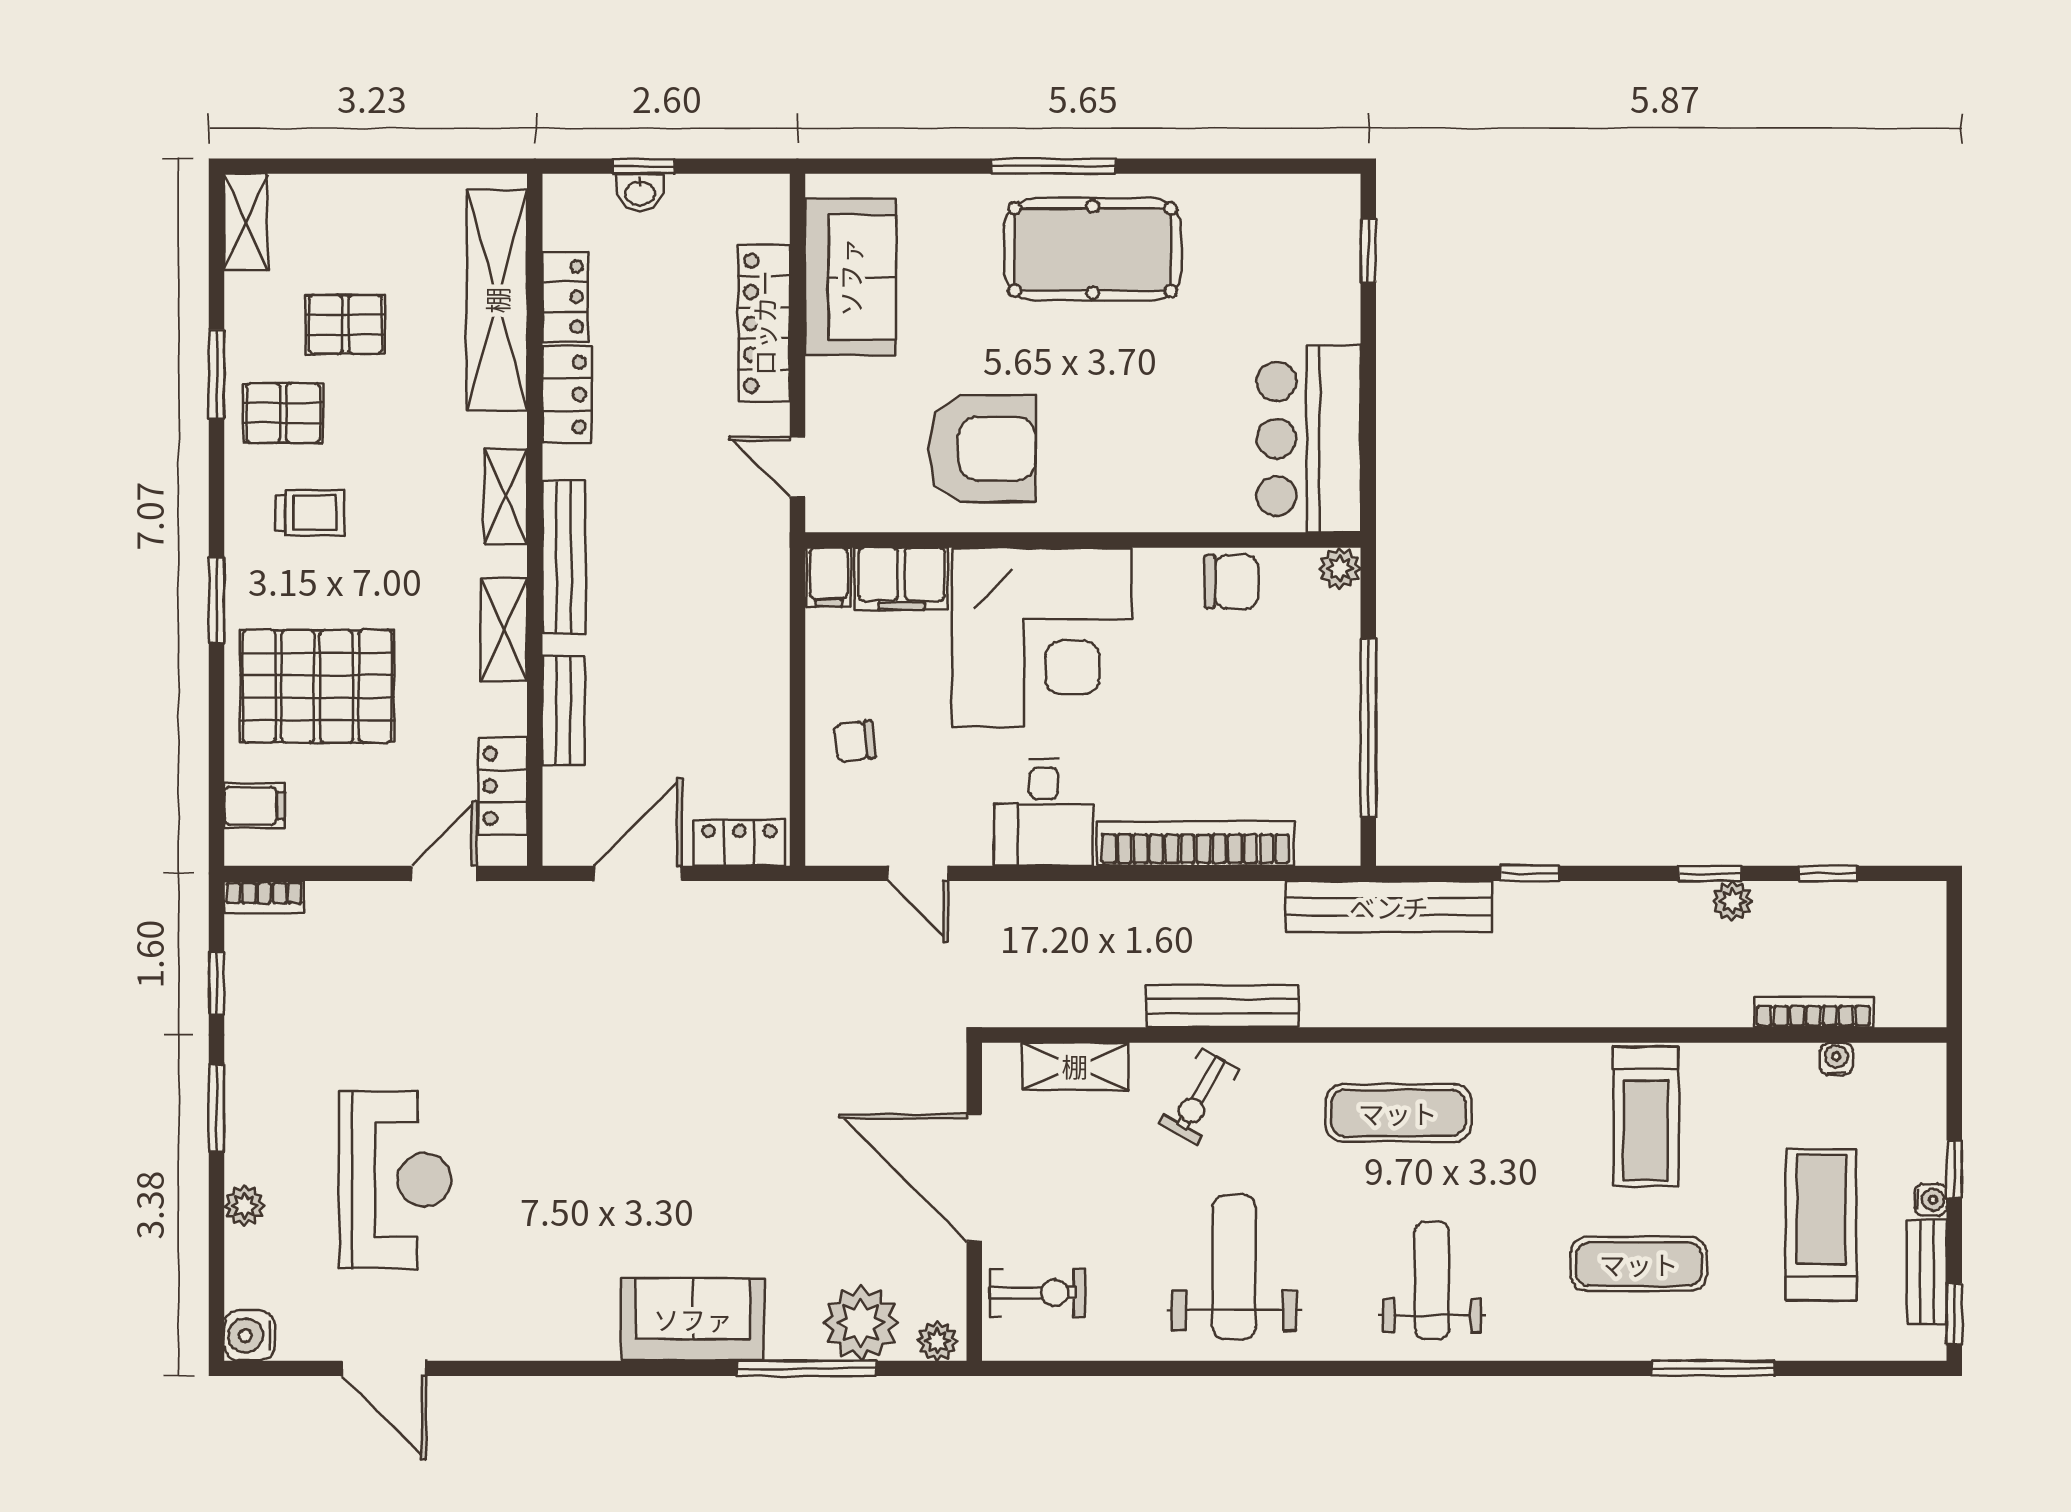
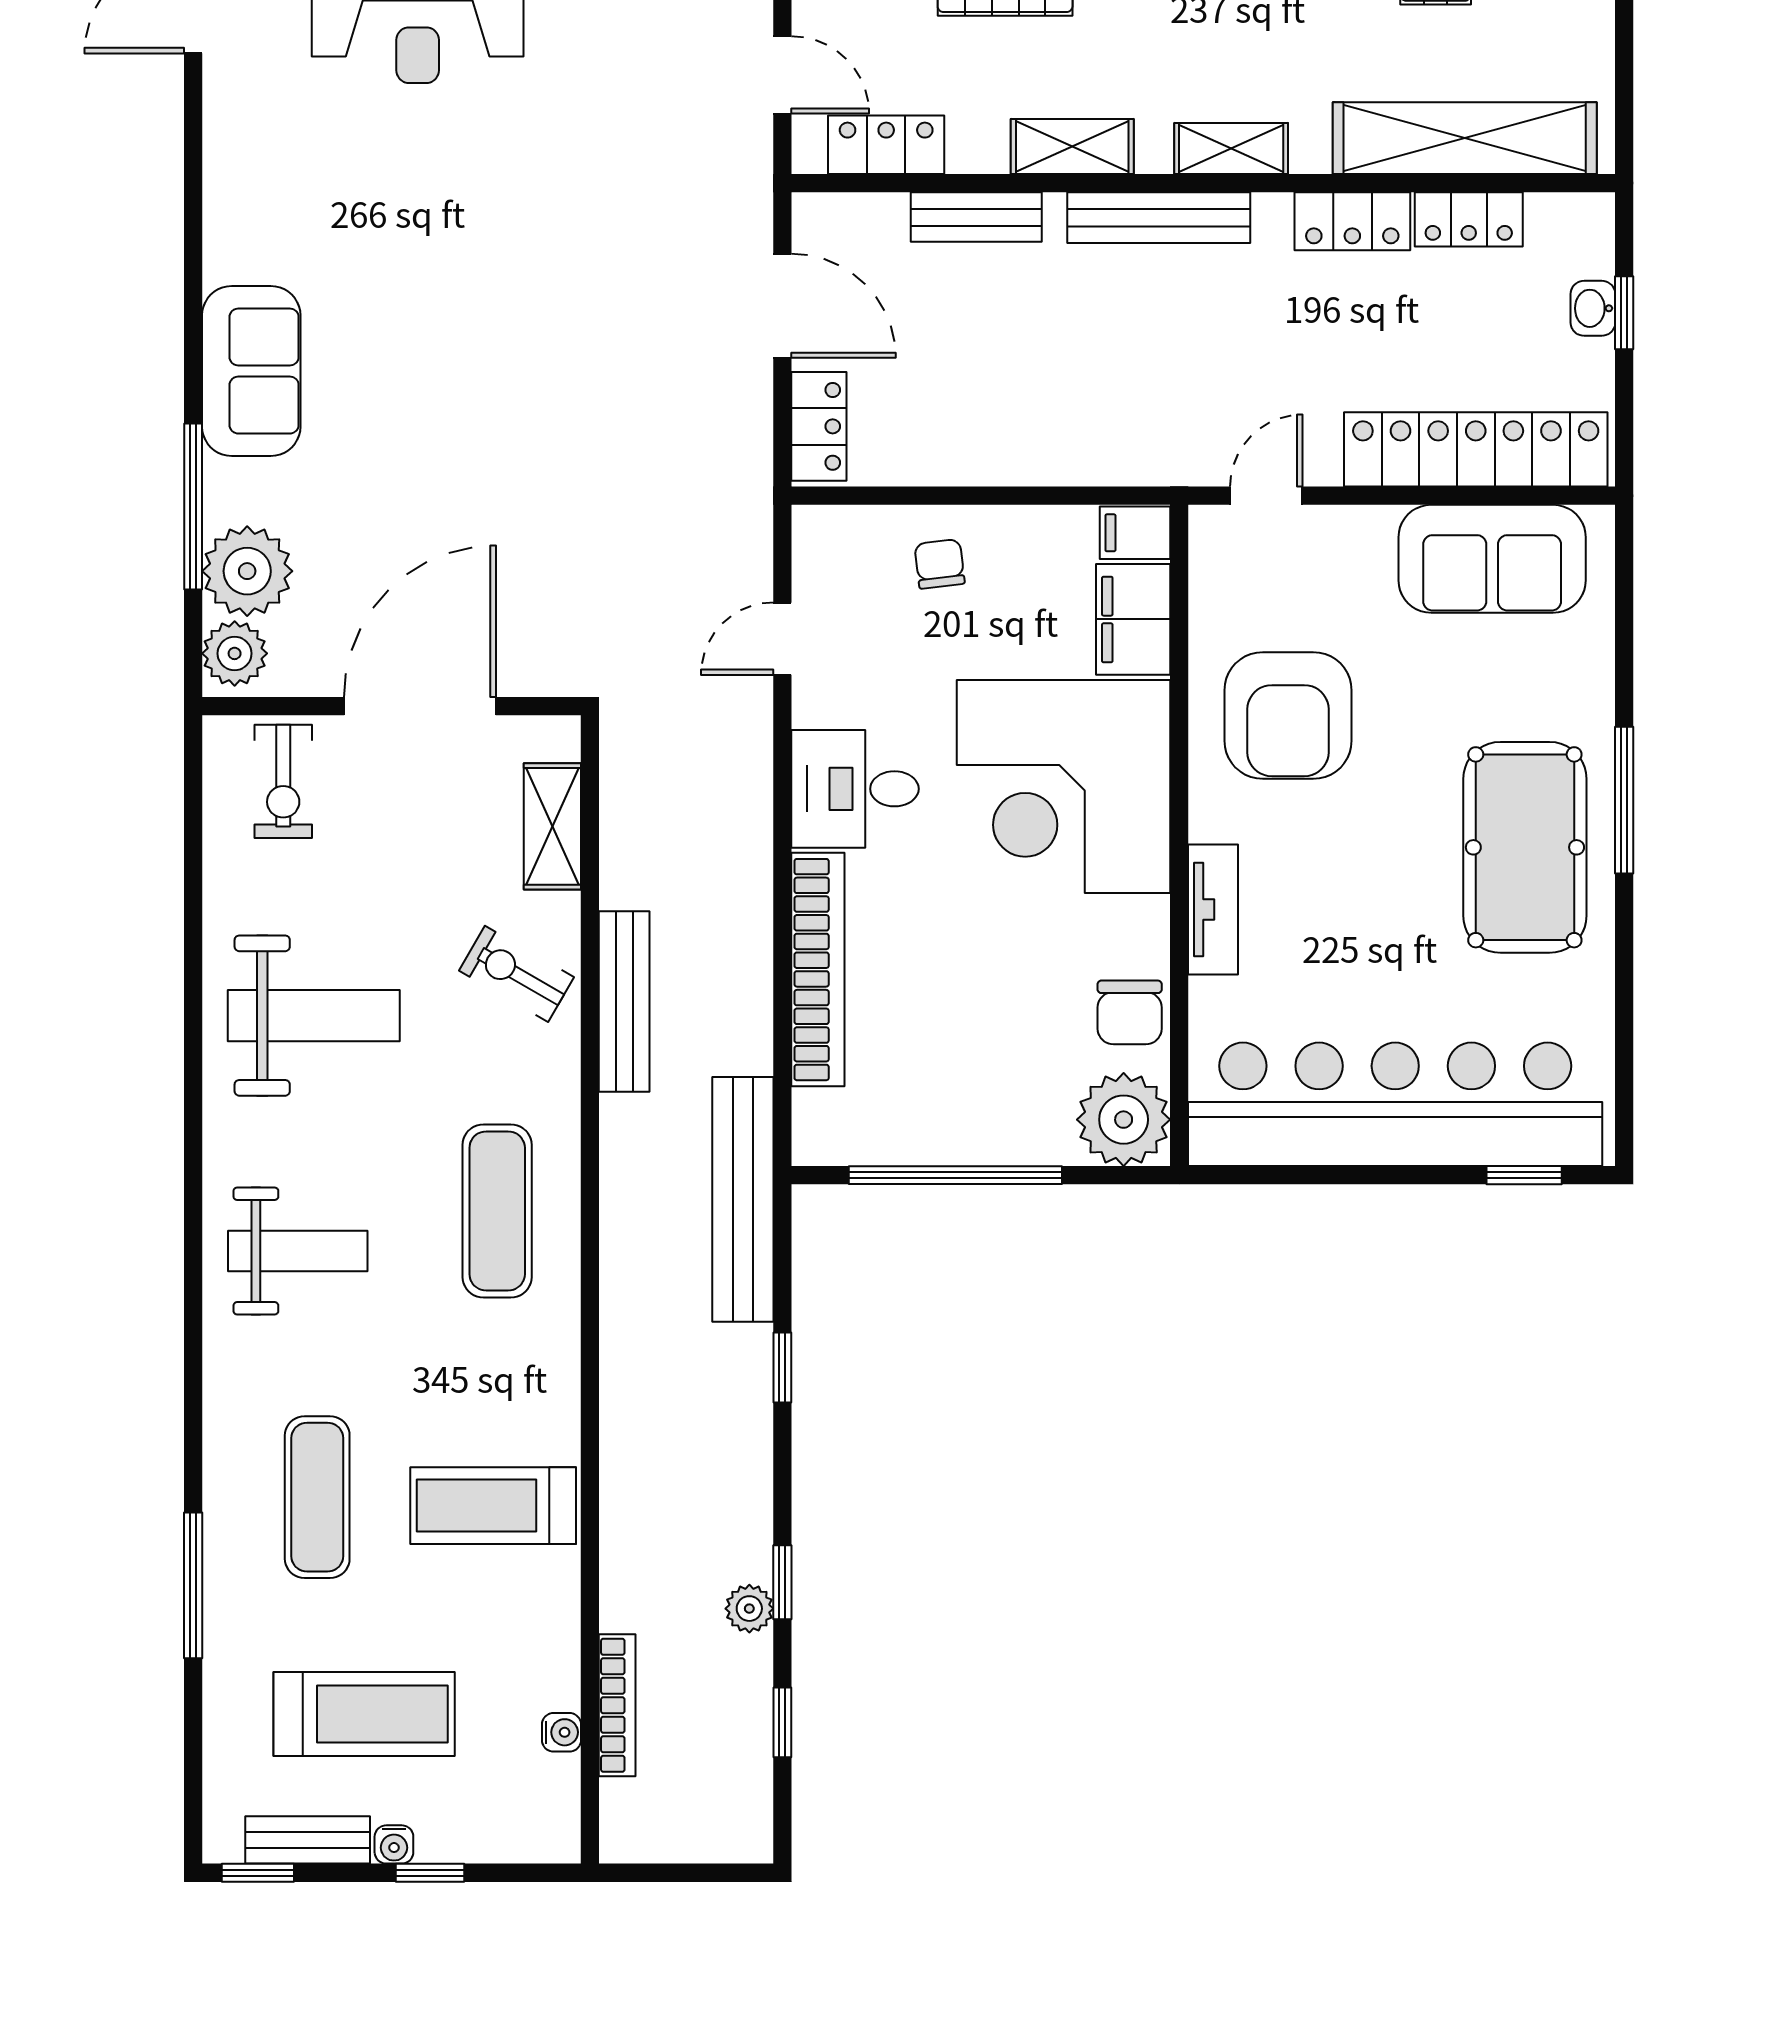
locker: (764, 323) -> (1476, 449), width x1.41, depth x1.21
bar counter: (1309, 439) -> (1395, 1104), width x1.86
tv unit: (1145, 511) -> (1213, 910), added
plant: (1340, 568) -> (1124, 1120), width x1.87, depth x1.87
plant: (937, 1341) -> (235, 653), width x1.38, depth x1.38

